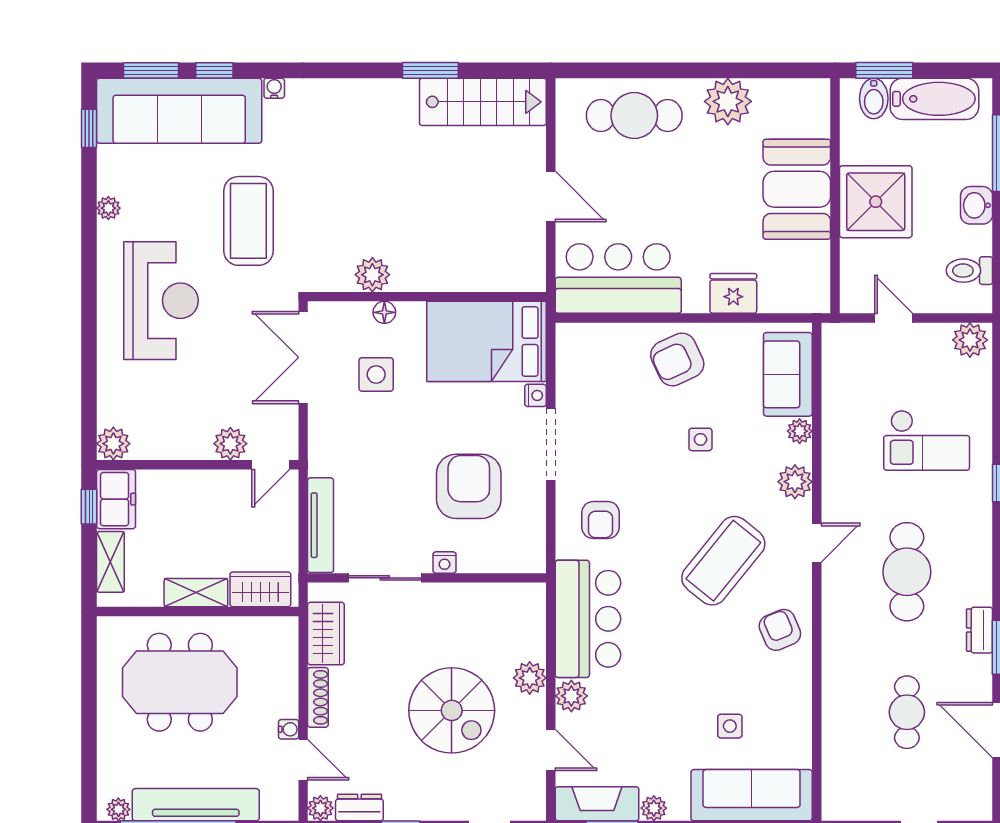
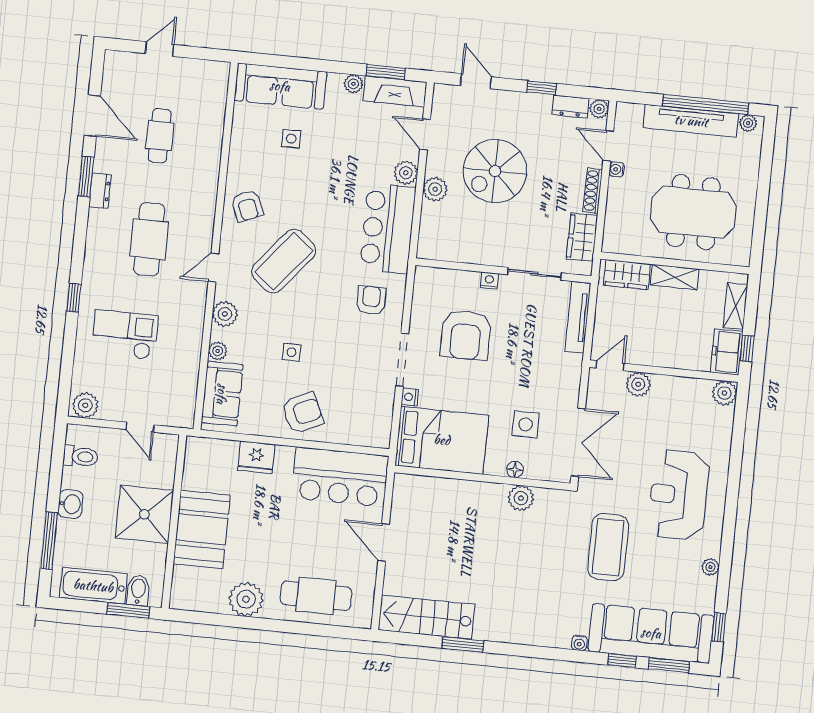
spiral stairs: (452, 710) -> (495, 171), turned -90

